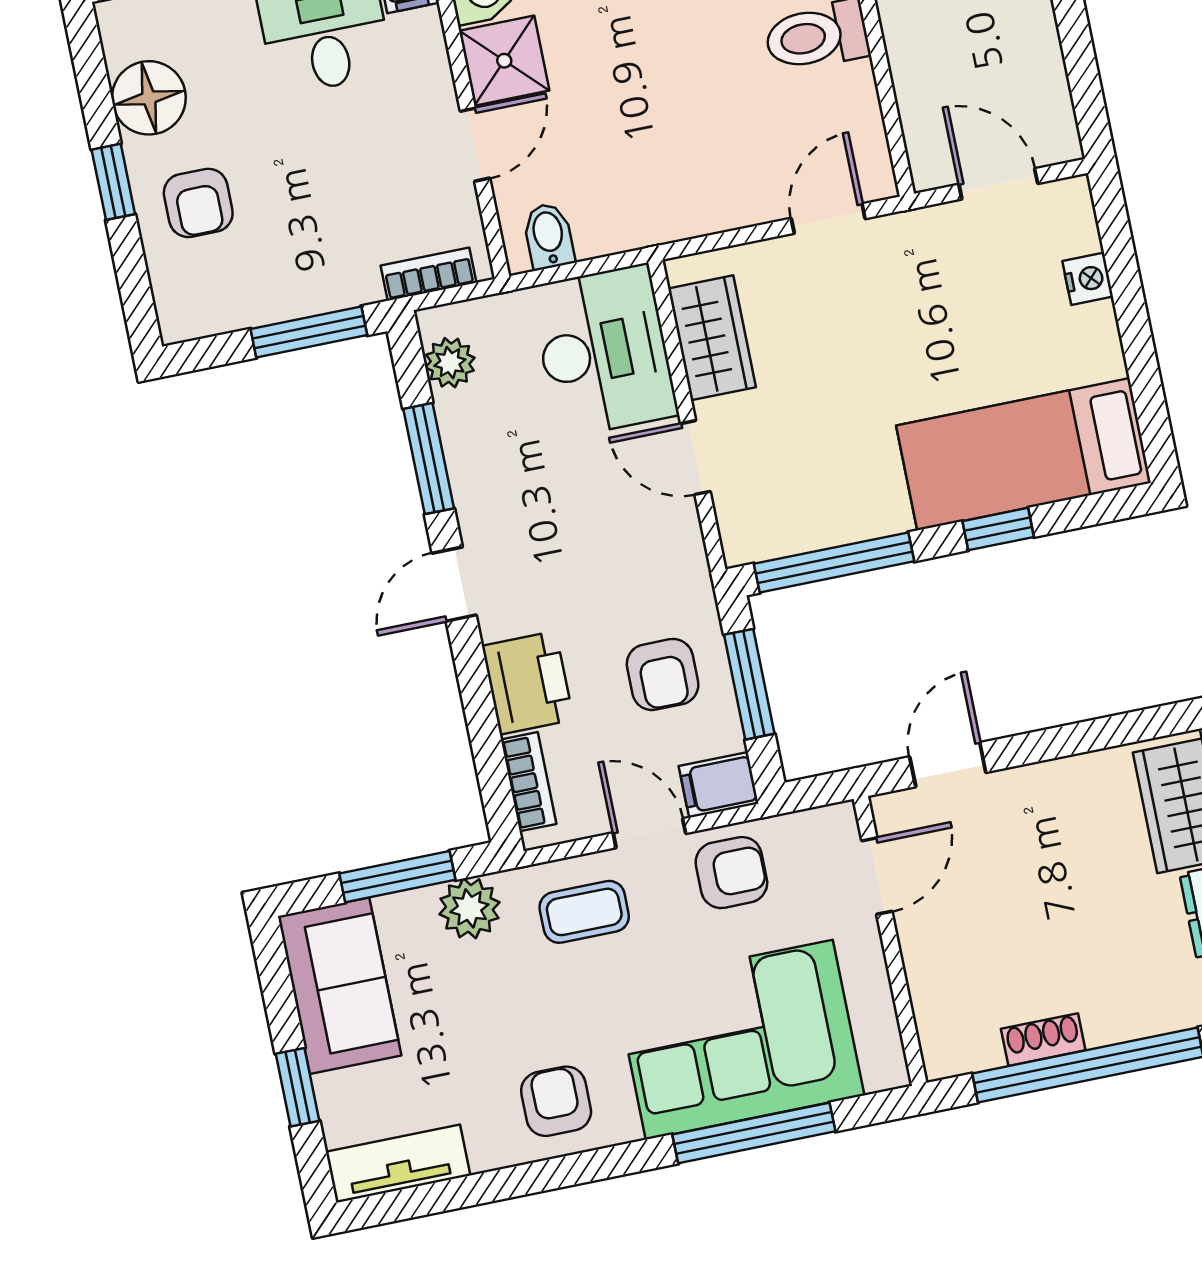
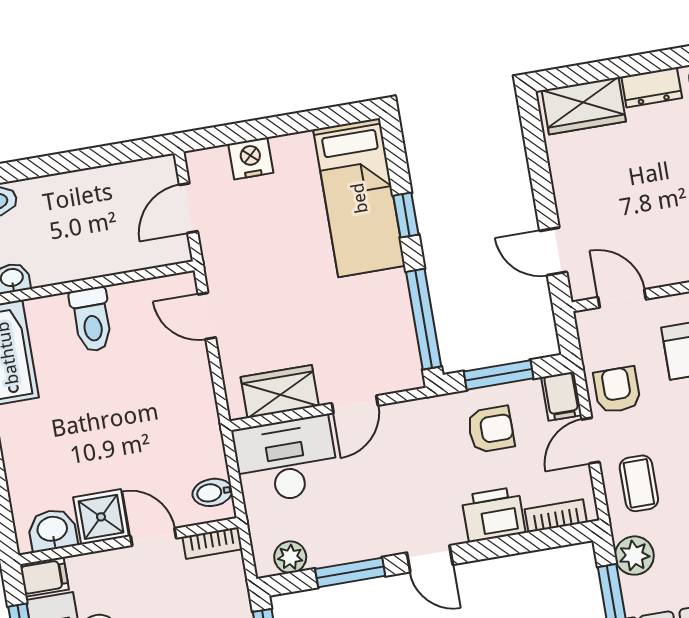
bookcase: (429, 274) -> (212, 543), moved, turned -90
nightstand: (1088, 279) -> (251, 158), width x1.39, depth x1.35

